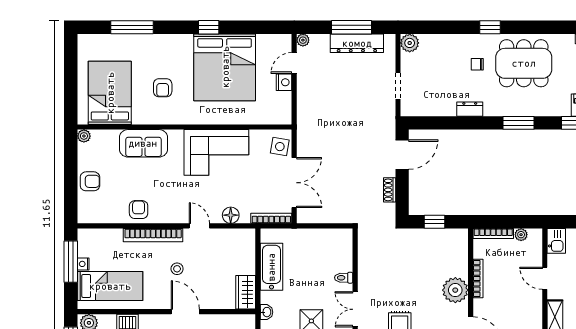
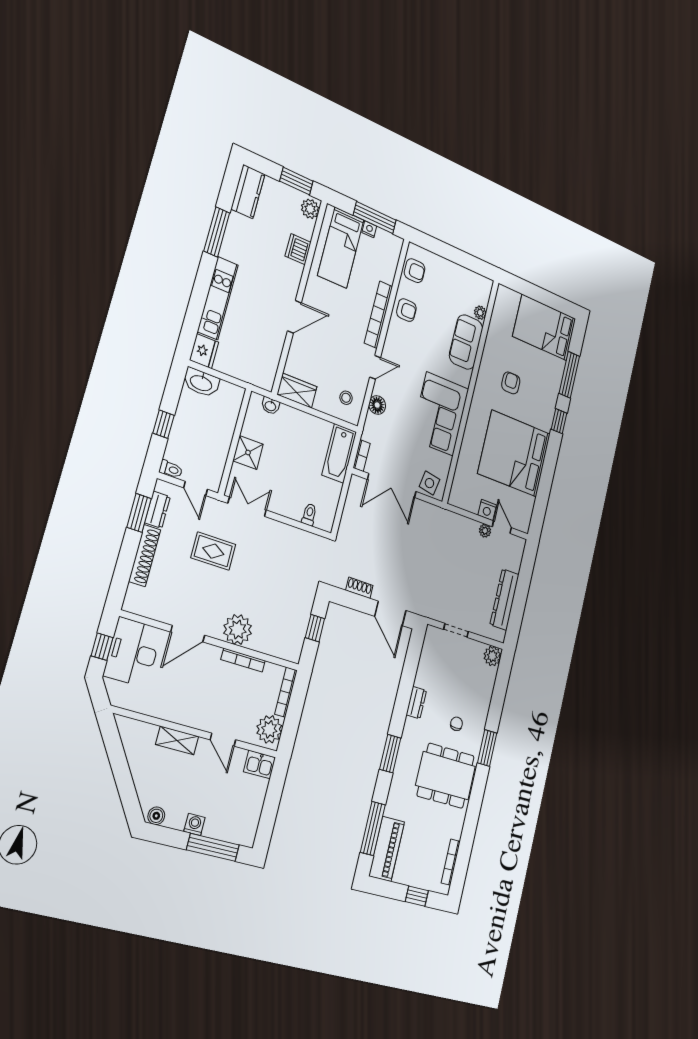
window: (209, 27) -> (559, 421), moved
window: (352, 27) -> (520, 599), removed
window: (490, 27) -> (487, 748), width x1.50
plant: (303, 40) -> (485, 531), moved
dining table: (524, 63) -> (446, 776), turned 90
armchair: (163, 88) -> (511, 383), turned 90
bed: (110, 93) -> (544, 327), moved, turned 180
plant: (84, 136) -> (480, 313), moved
armchair: (90, 181) -> (415, 271), moved, turned -90
bookcase: (271, 218) -> (361, 456), width x0.64
plant: (521, 235) -> (269, 729), width x1.87, depth x1.87
bathtub: (271, 267) -> (339, 453), moved, turned 90
stool: (177, 269) -> (346, 398), moved
toilet: (344, 278) -> (309, 515), moved
door: (545, 278) -> (223, 740), swing flipped

